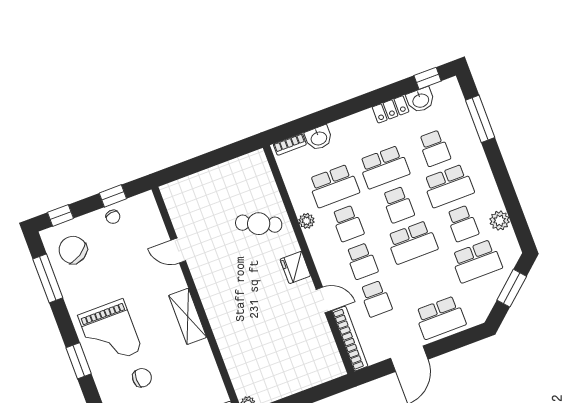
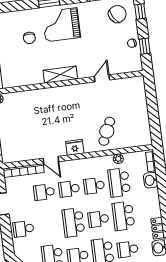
plant: (307, 221) -> (118, 159), moved
door: (324, 300) -> (51, 160), hinge flipped
school desk: (440, 318) -> (23, 229), width x0.54

